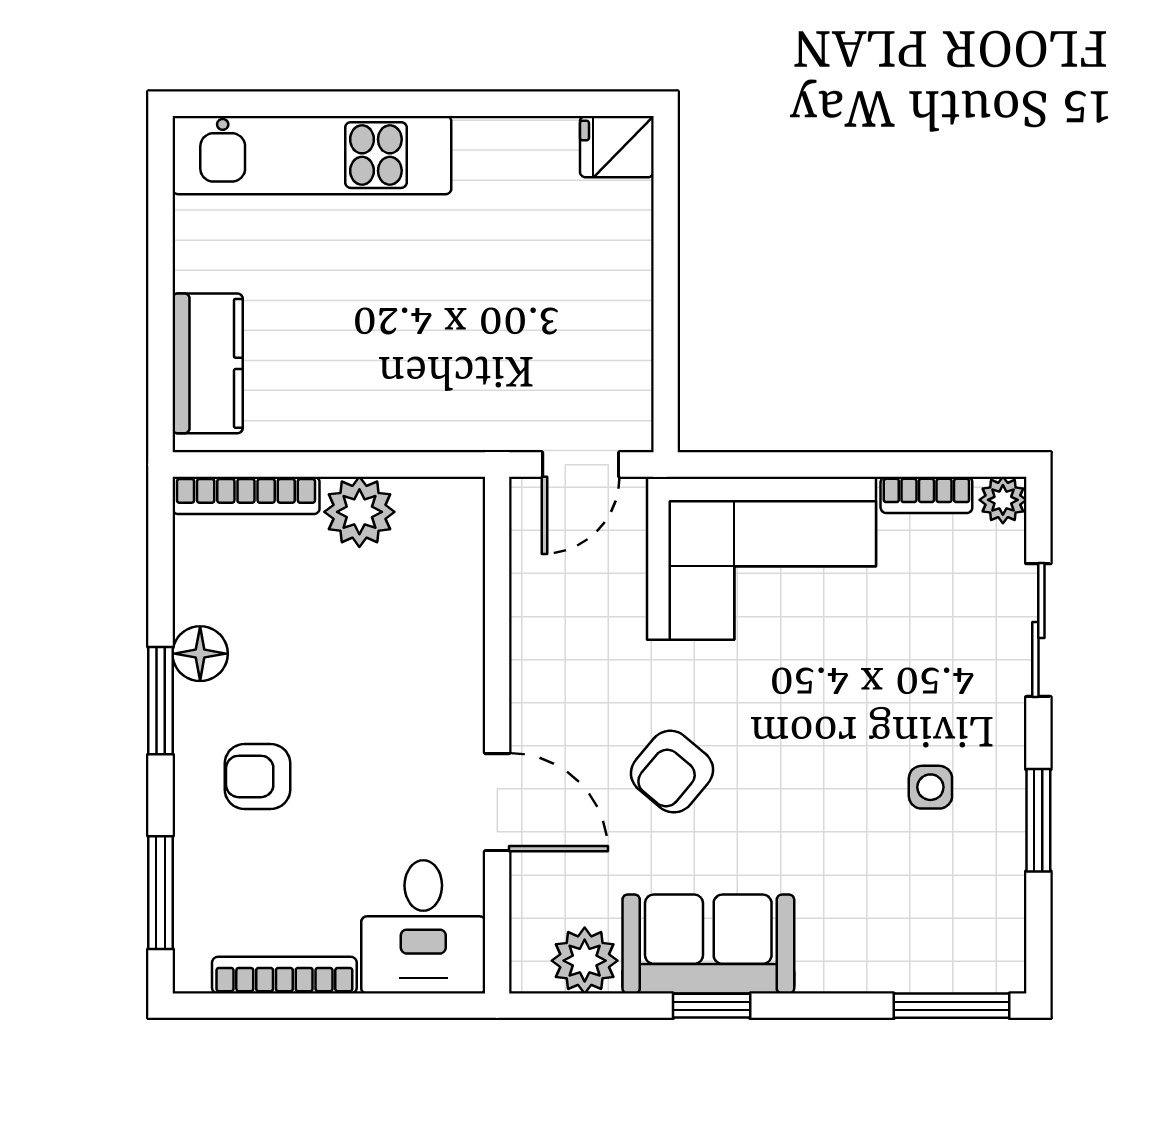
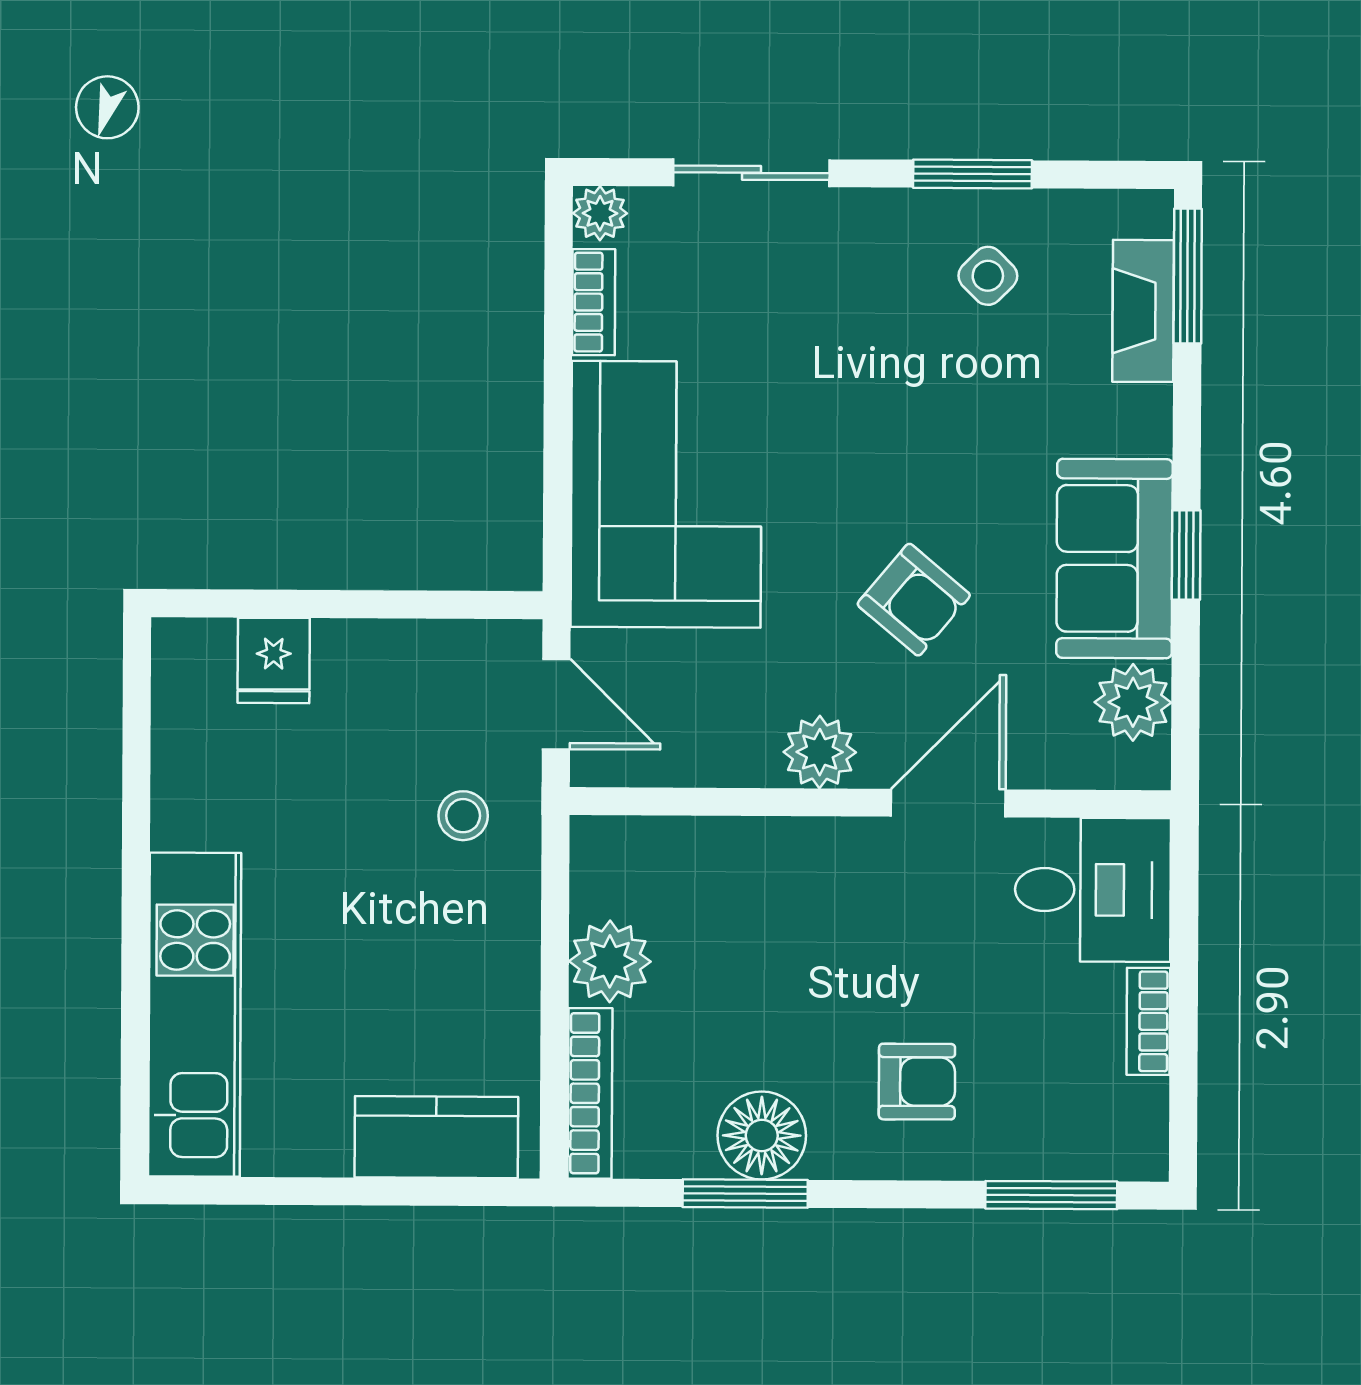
fridge: (617, 147) -> (274, 660), moved
stool: (484, 385) -> (463, 816), added
floor lamp: (200, 654) -> (762, 1135), width x1.38, depth x1.38
plant: (540, 691) -> (820, 752), added
window: (161, 701) -> (745, 1193), moved
armchair: (258, 776) -> (917, 1082), turned -90
side table: (930, 787) -> (988, 276), moved, turned 45
fireplace: (921, 968) -> (1143, 311), added
bookcase: (284, 975) -> (1148, 1021), width x0.64

